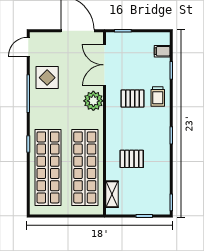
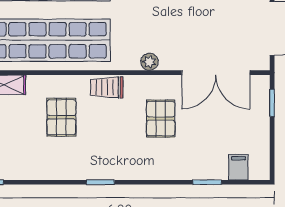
double door: (105, 65) -> (216, 73), swing flipped
trolley: (158, 96) -> (107, 87), moved
plant: (93, 101) -> (149, 62), width x0.53, depth x0.53

